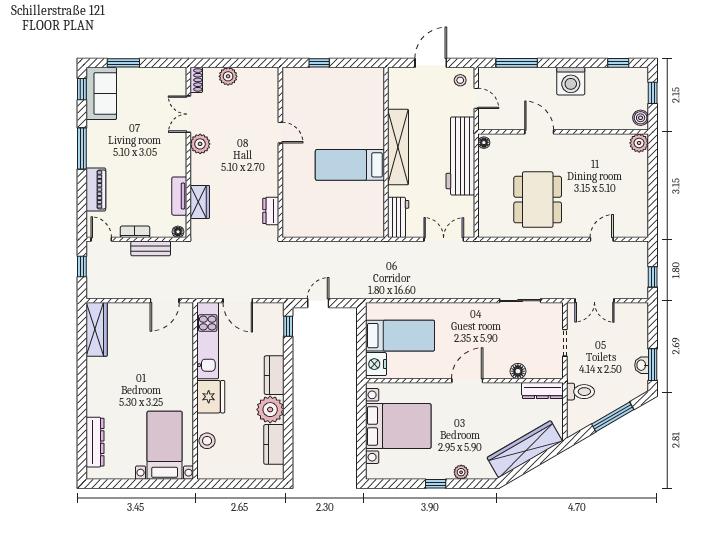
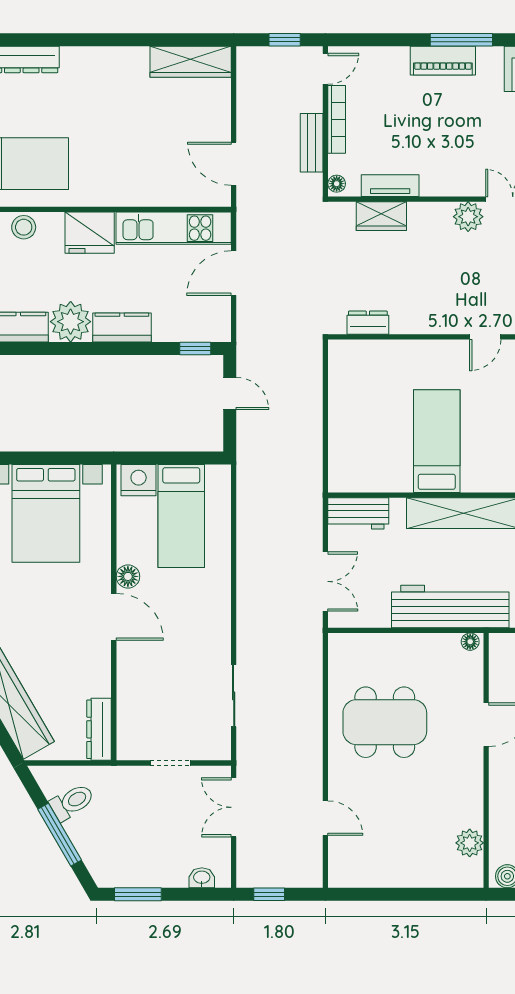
plant: (639, 143) -> (470, 843), moved
piano: (96, 189) -> (443, 61), moved
bookcase: (135, 232) -> (337, 119), width x1.56
washbasin: (642, 365) -> (202, 878), moved
floor lamp: (518, 371) -> (128, 576), moved
toilet: (580, 392) -> (72, 802), moved, turned -120

